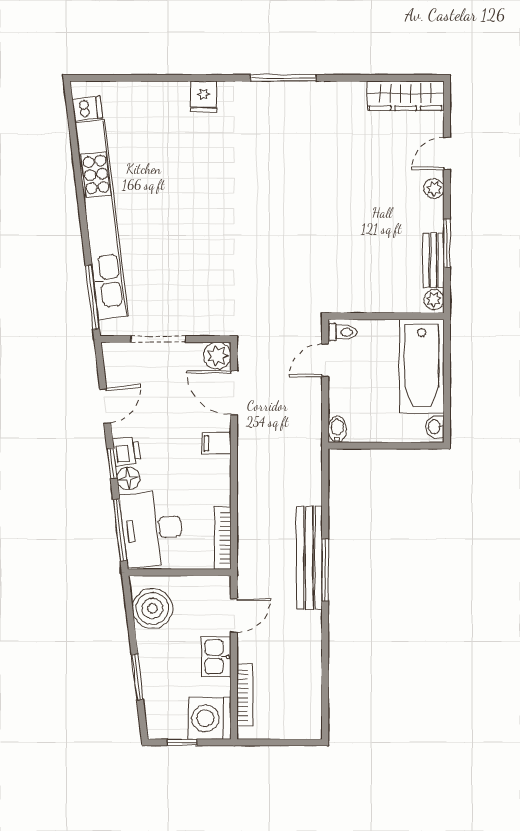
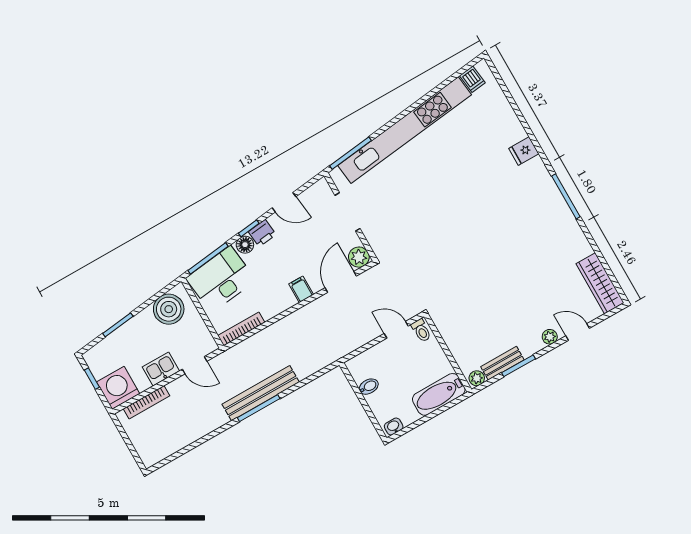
bathtub: (422, 366) -> (439, 394), width x0.73, depth x0.73
bidet: (337, 429) -> (369, 387), moved

